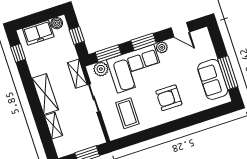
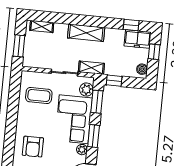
window: (34, 19) -> (154, 52), added
freezer: (38, 33) -> (138, 39), moved, turned -90
window: (77, 35) -> (114, 81), moved
armchair: (169, 98) -> (33, 147), moved, turned 180
shelving: (53, 126) -> (42, 26), moved

